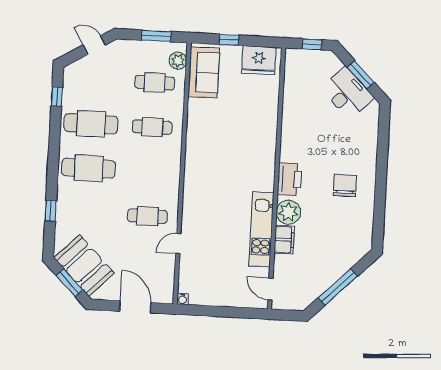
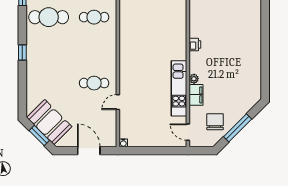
cafe table: (89, 168) -> (49, 50), removed
printer: (290, 179) -> (195, 44), width x0.53, depth x0.68
chair: (345, 185) -> (215, 122), moved
window: (51, 211) -> (22, 52), moved
plant: (288, 212) -> (194, 79), width x0.53, depth x0.53

